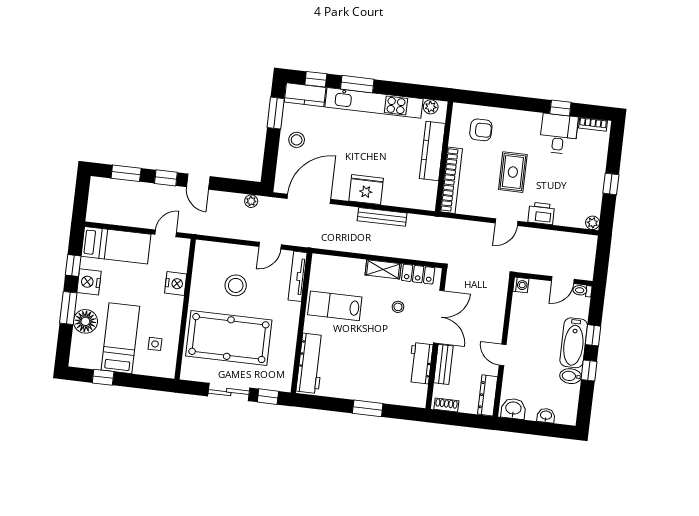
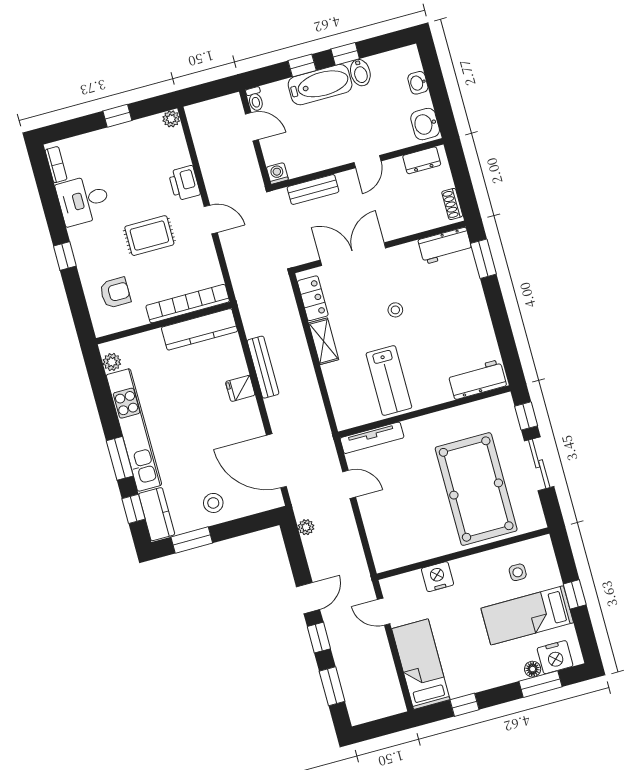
window: (560, 108) -> (65, 256), moved
armchair: (481, 130) -> (115, 293), turned 90
kitchen counter: (432, 151) -> (199, 329), moved
fridge: (366, 190) -> (240, 388), width x0.53, depth x0.75
nightstand: (89, 282) -> (555, 657), moved
stool: (236, 285) -> (412, 506), removed
stool: (398, 307) -> (395, 310), moved
window: (68, 308) -> (540, 684), moved
floor lamp: (85, 321) -> (533, 669), width x0.53, depth x0.53
workbench: (310, 363) -> (477, 379), width x0.73
workbench: (420, 363) -> (445, 246), moved
bench: (443, 364) -> (313, 189), moved
window: (103, 377) -> (575, 594), moved
dresser: (488, 395) -> (422, 160), width x0.70
window: (368, 408) -> (483, 259), moved

